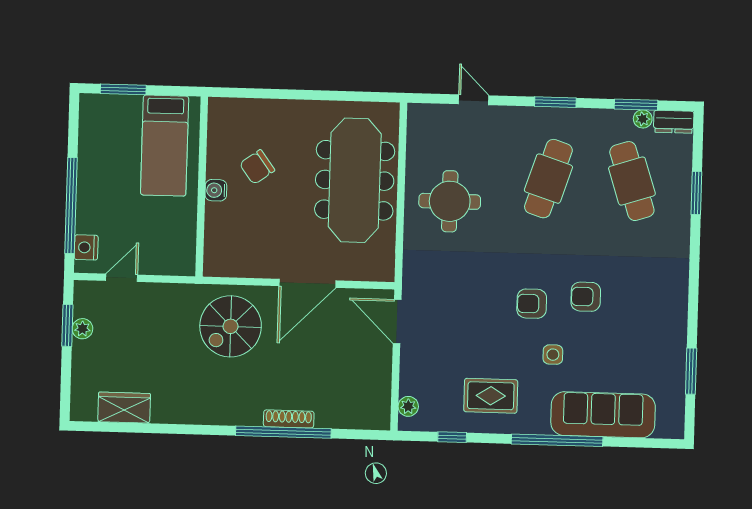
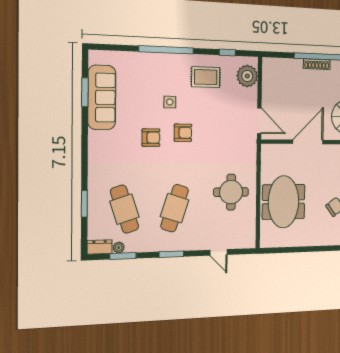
meeting table: (355, 180) -> (283, 202), width x0.73
plant: (408, 406) -> (247, 76), width x1.87, depth x1.87
sofa: (603, 415) -> (102, 97), moved, turned -90

